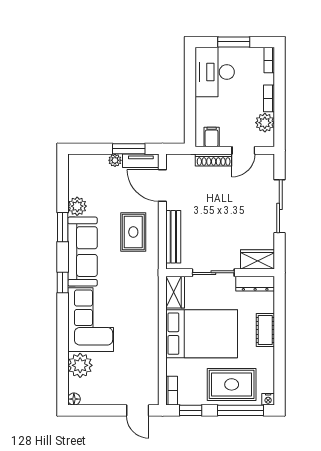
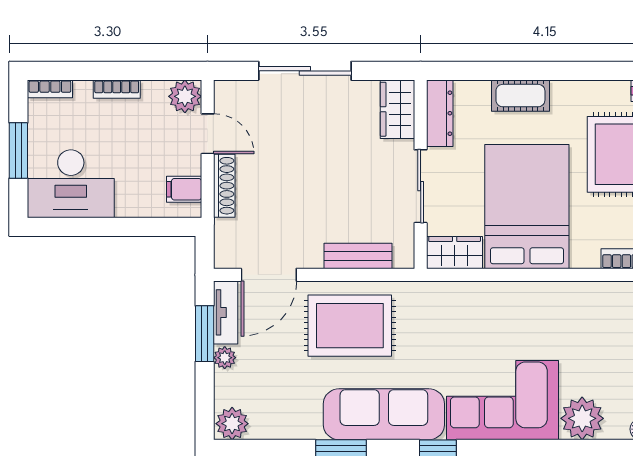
plant: (265, 123) -> (185, 96), moved
plant: (77, 206) -> (232, 424), moved
rug: (133, 232) -> (350, 326), width x1.36, depth x1.43
bench: (173, 237) -> (358, 256), width x0.73

